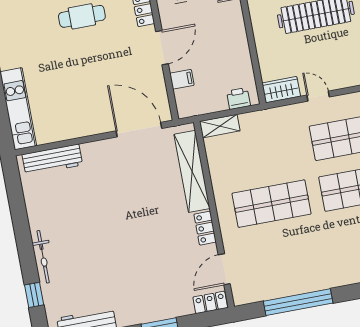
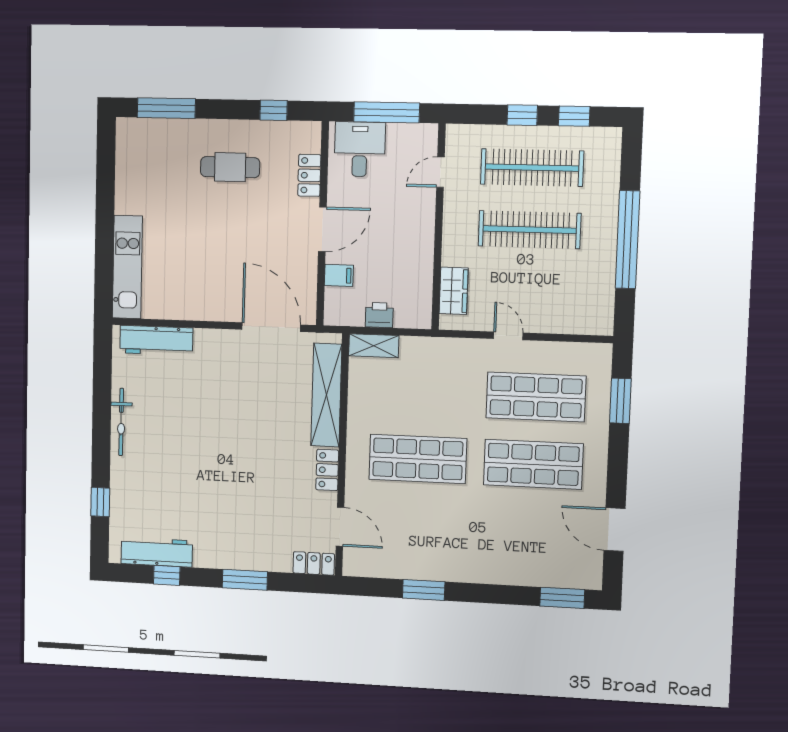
wardrobe: (281, 90) -> (454, 291), moved, turned 90
printer: (238, 98) -> (379, 315), moved
bicycle: (43, 257) -> (121, 422), moved
door: (224, 269) -> (340, 527), swing flipped
window: (298, 302) -> (424, 590), width x0.47

